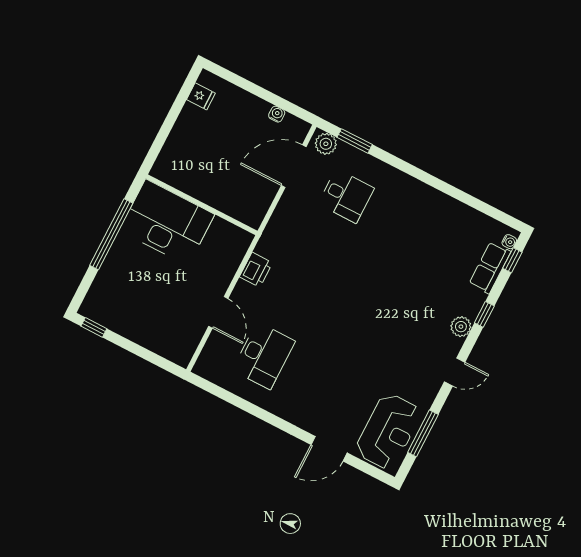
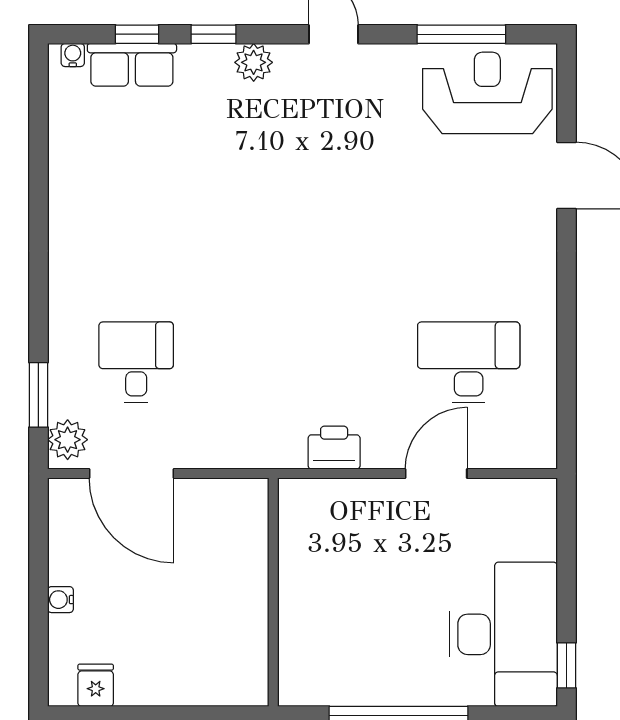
water cooler: (277, 114) -> (60, 600), moved
desk: (167, 222) -> (503, 634), moved, turned 180
window: (512, 260) -> (137, 34), moved

